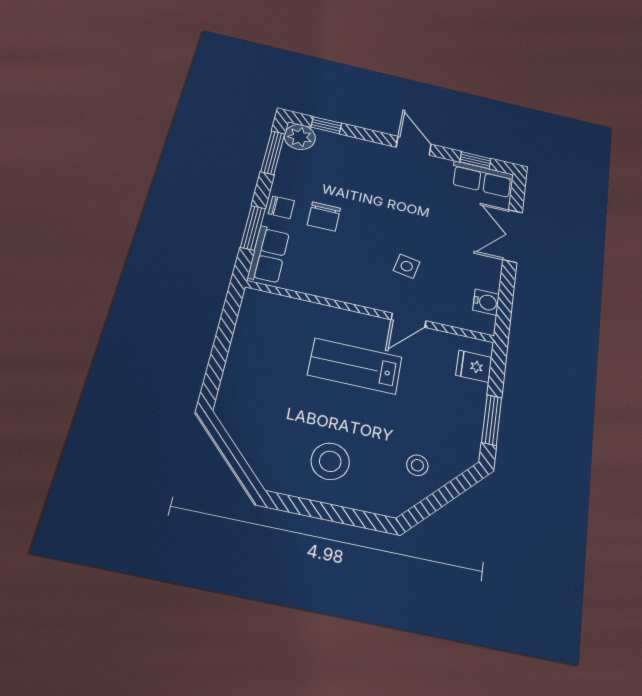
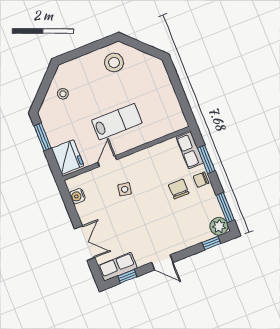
fridge: (474, 366) -> (68, 157), width x1.88, depth x1.34
stool: (330, 461) -> (114, 63), moved

